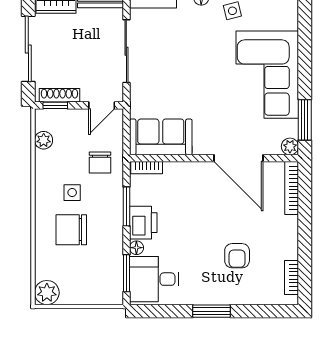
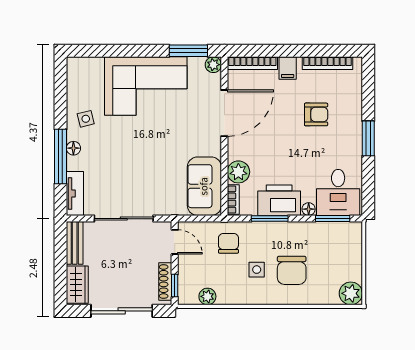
chair: (100, 163) -> (228, 243), turned -90
plant: (176, 173) -> (238, 172), added
printer: (143, 223) -> (279, 200), width x1.37, depth x1.19
filing cabinet: (286, 225) -> (288, 68), added
bookcase: (292, 277) -> (327, 63), width x1.56

